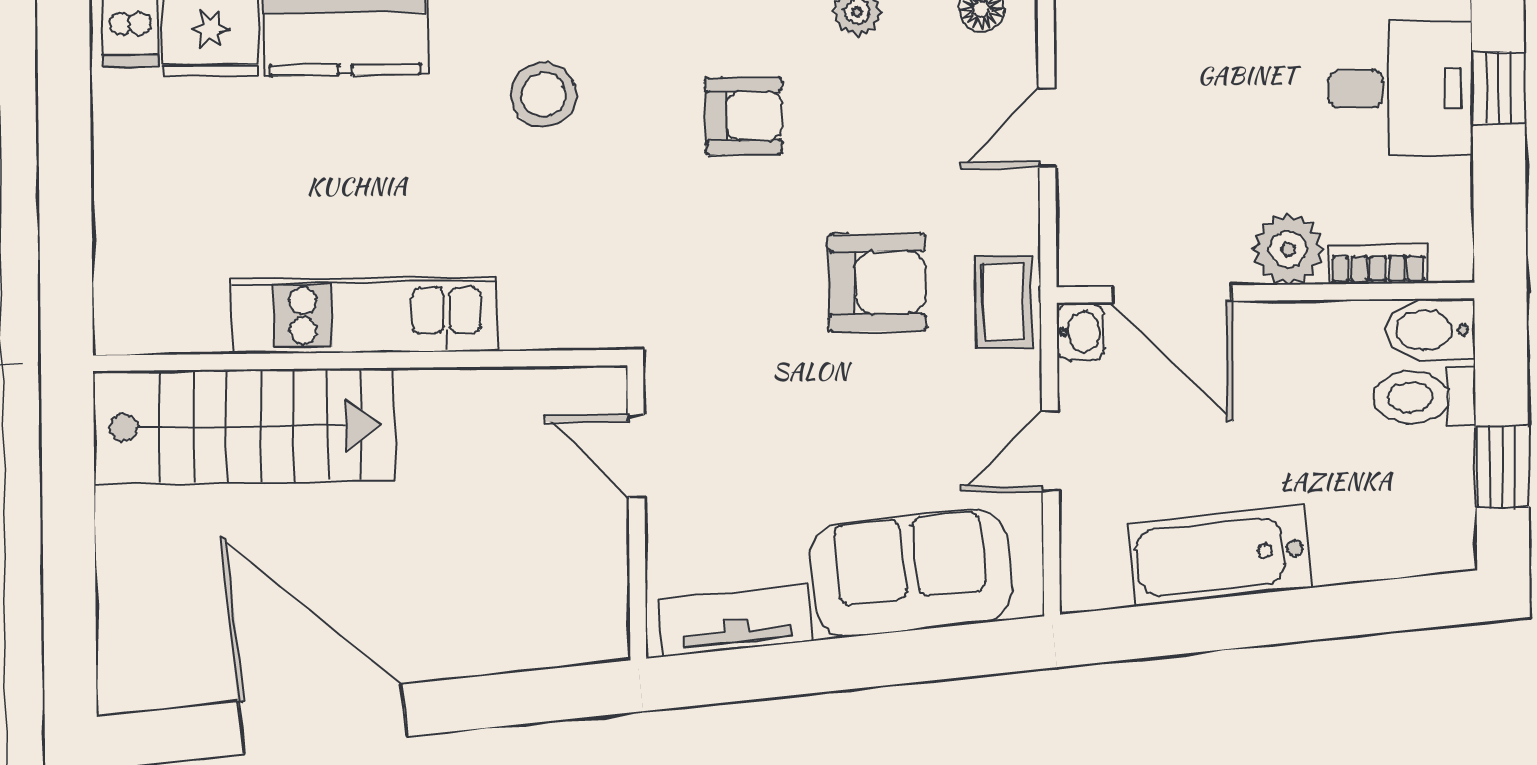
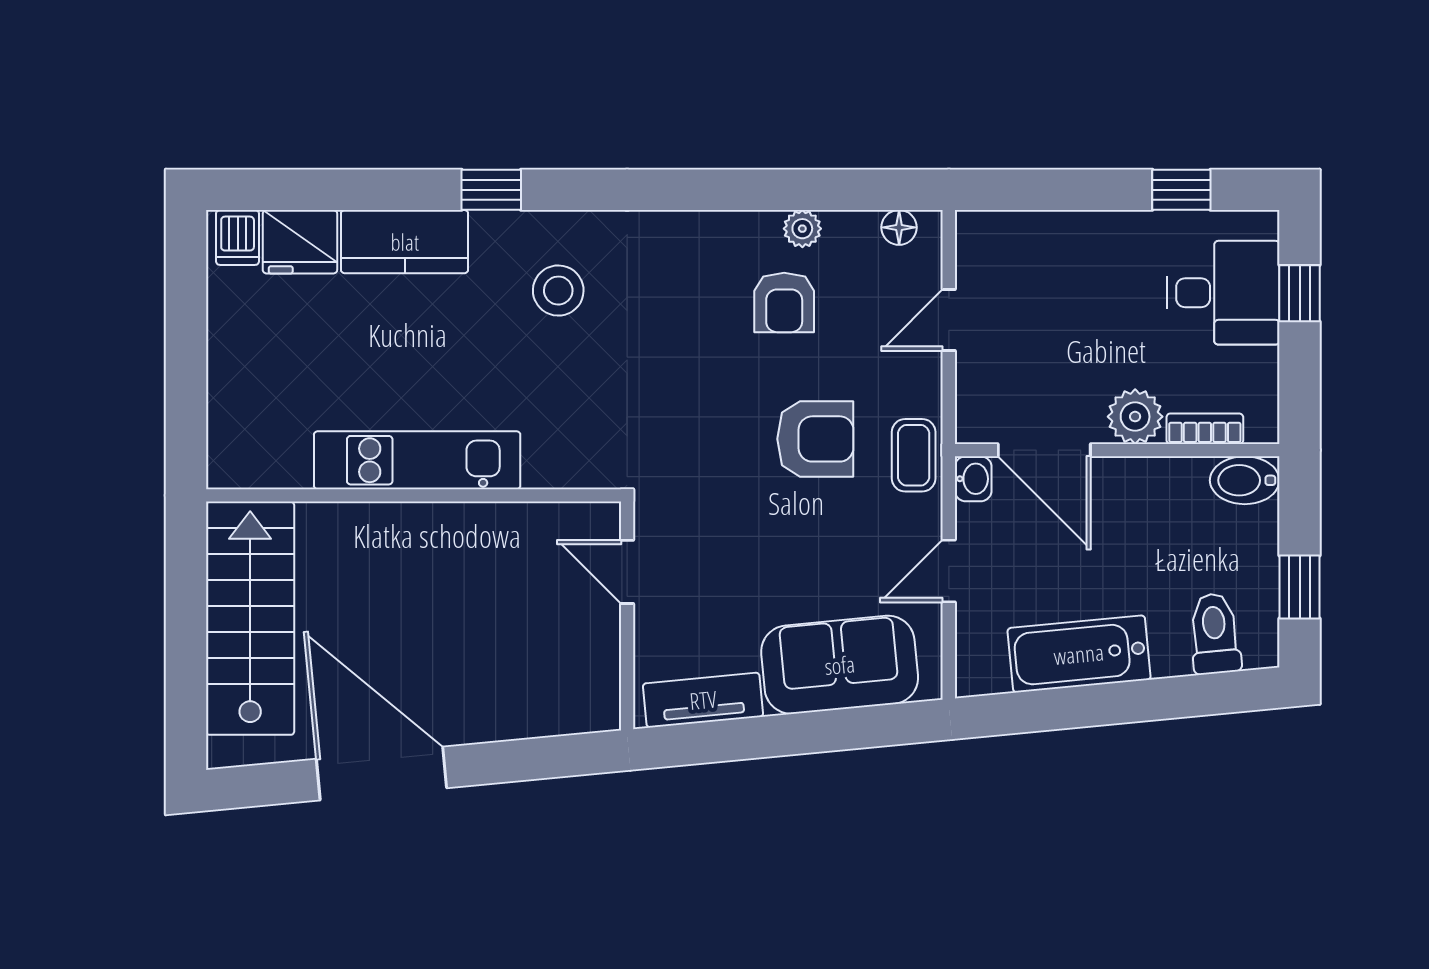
armchair: (744, 116) -> (784, 302), moved, turned 90
toilet: (1425, 397) -> (1215, 634), moved, turned 85
stairs: (244, 426) -> (250, 618), moved, turned -90

